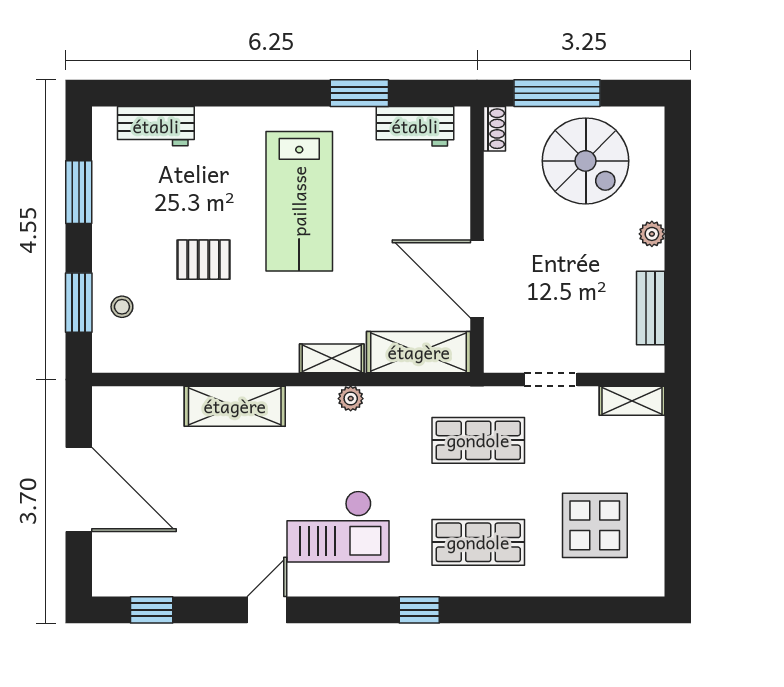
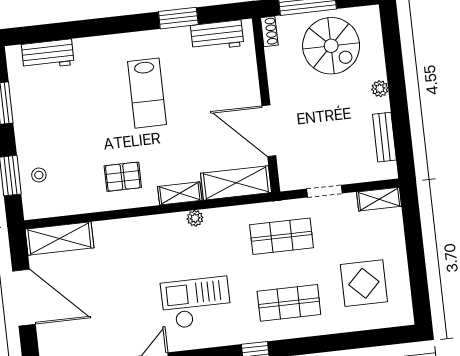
lab bench: (299, 201) -> (147, 93), width x0.73, depth x0.72
pallet: (204, 260) -> (123, 177), moved
shelving: (235, 406) -> (59, 239), moved
checkout: (338, 526) -> (196, 303), turned 180

